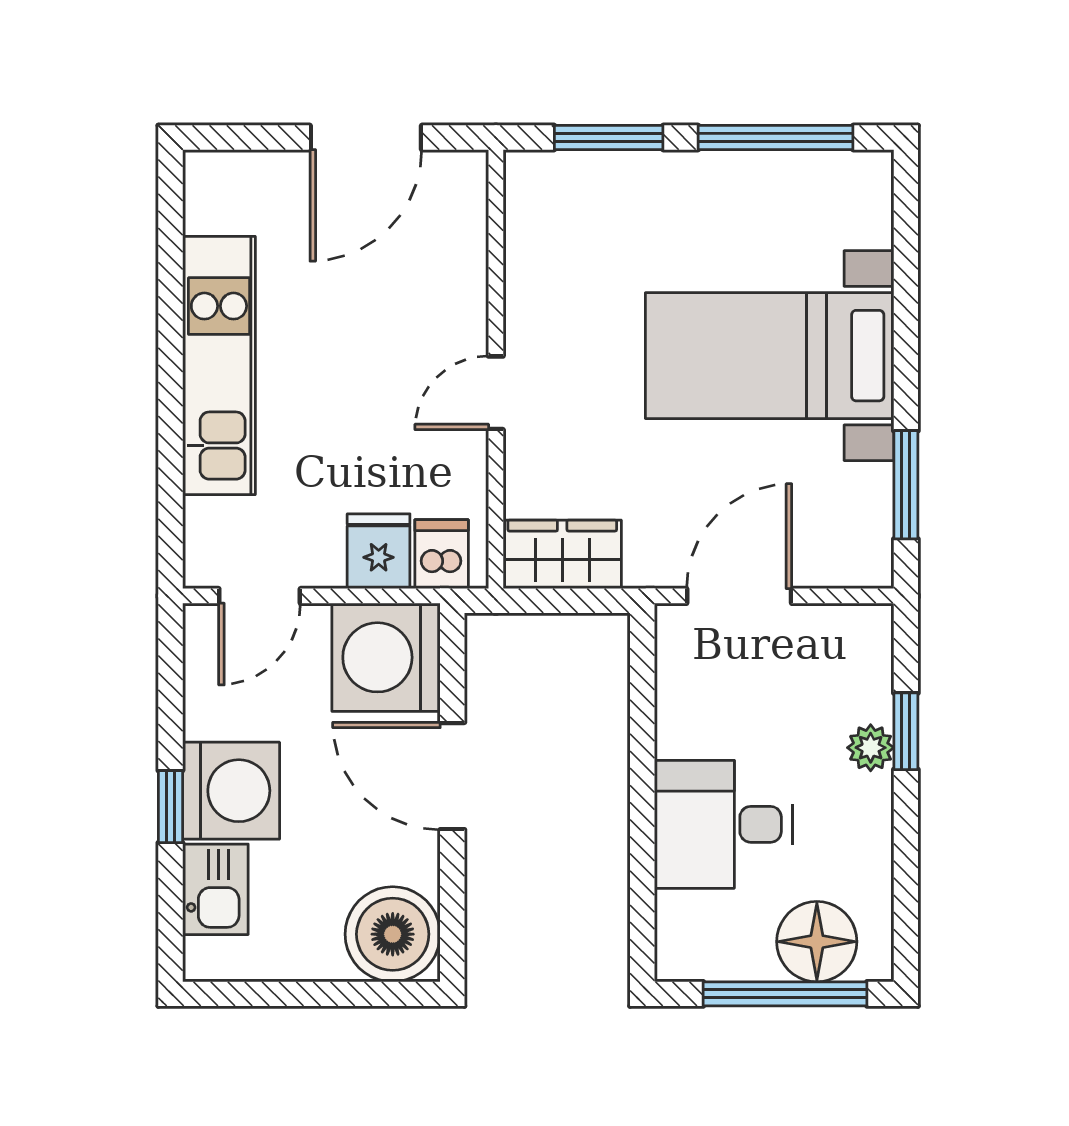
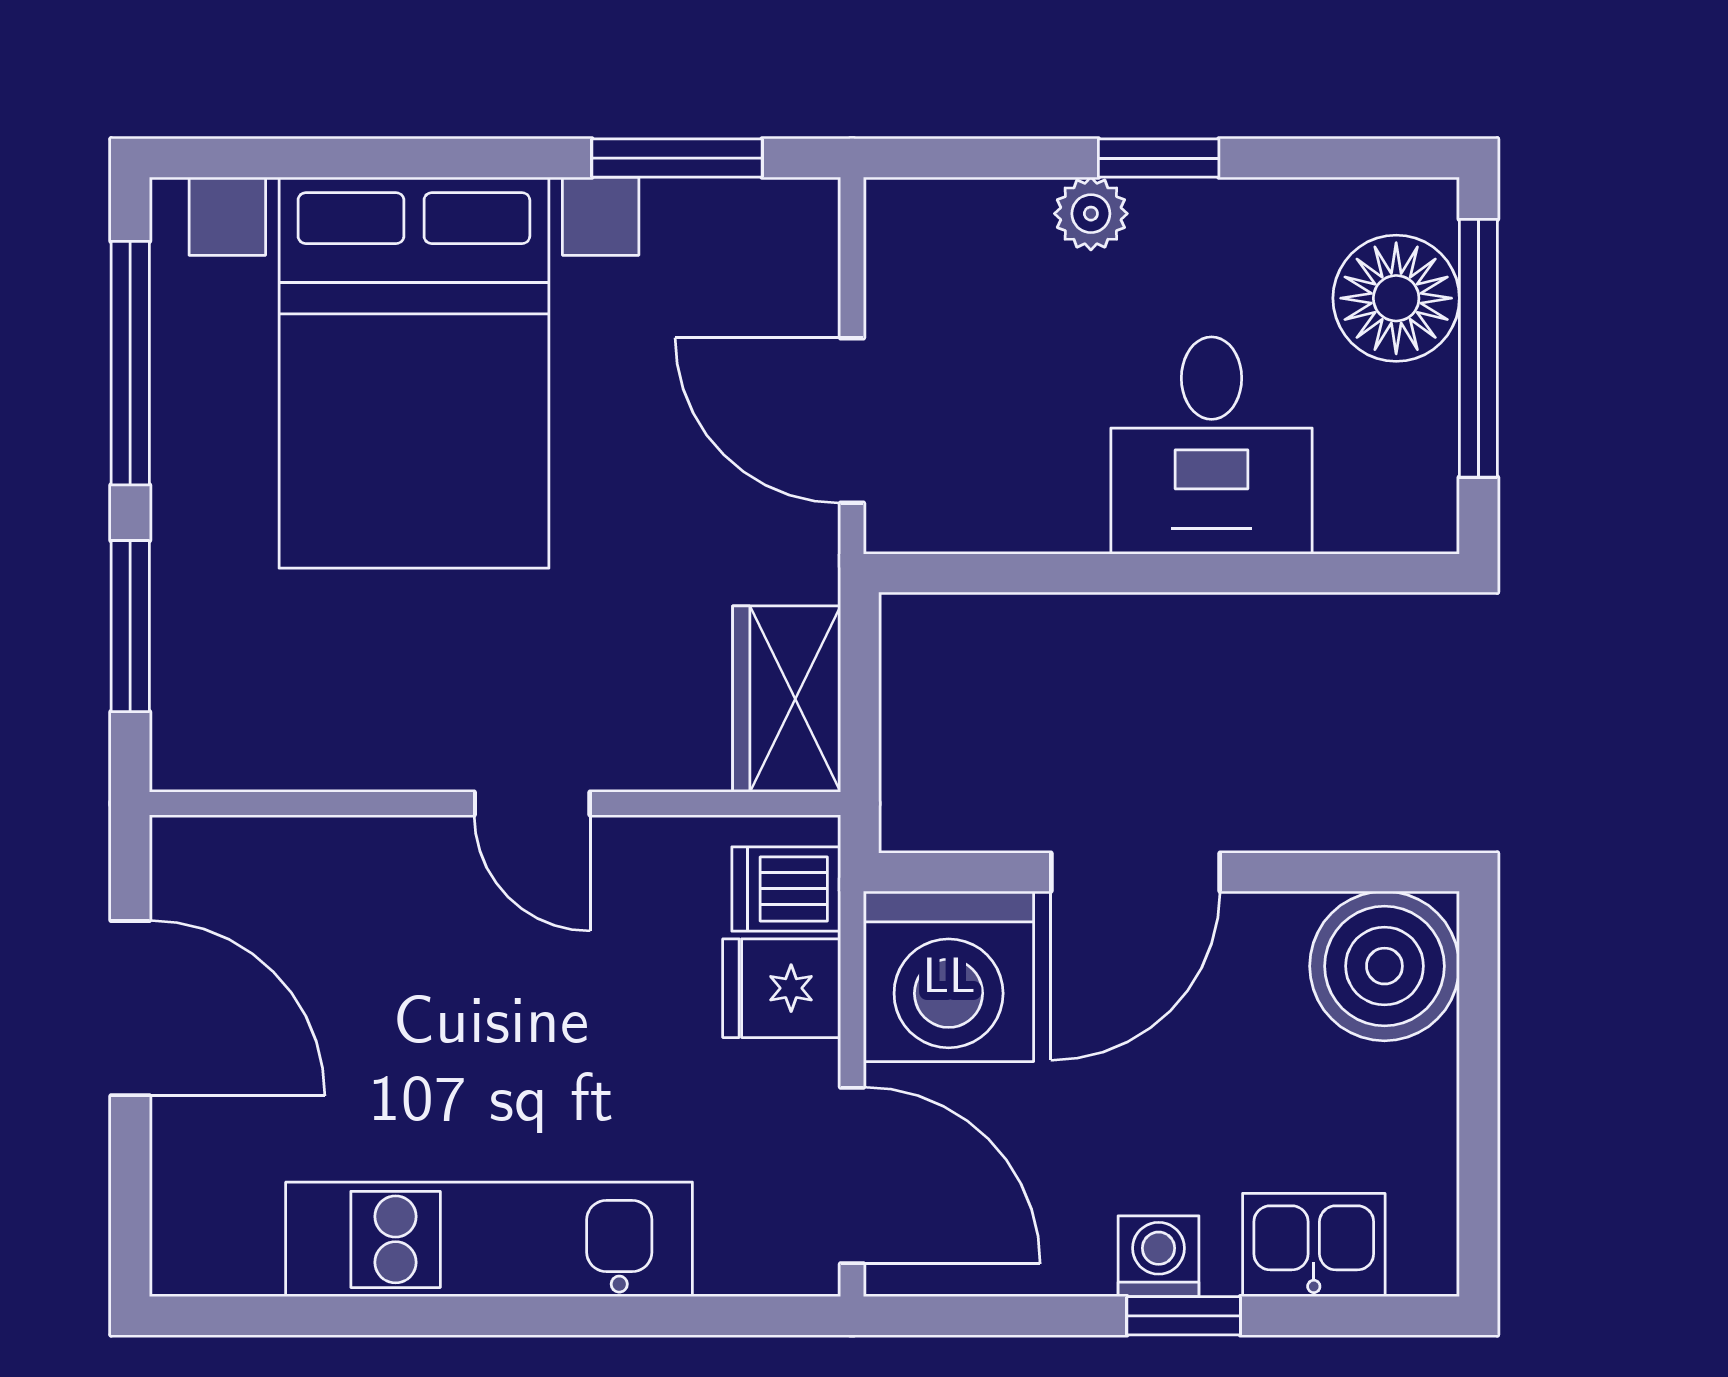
bed with nightstands: (770, 356) -> (414, 373), width x1.36
door: (260, 596) -> (852, 1175), width x1.38
window: (906, 731) -> (1159, 158), moved
washing machine: (231, 791) -> (1159, 1256), width x0.53, depth x0.53

